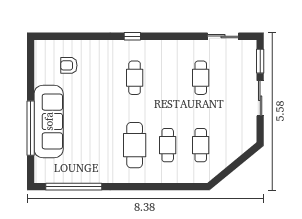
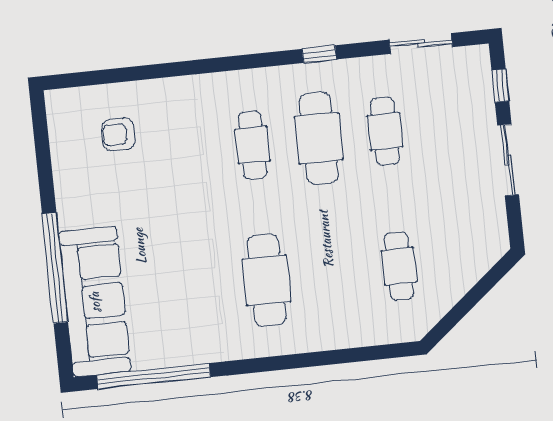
window: (132, 36) -> (319, 54), moved
window: (260, 61) -> (500, 86), width x0.67
sofa: (49, 121) -> (95, 302), moved
cafe table: (168, 145) -> (319, 138), moved, width x1.37, depth x1.35

